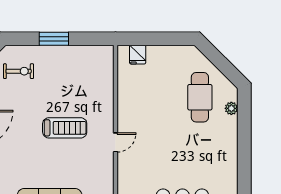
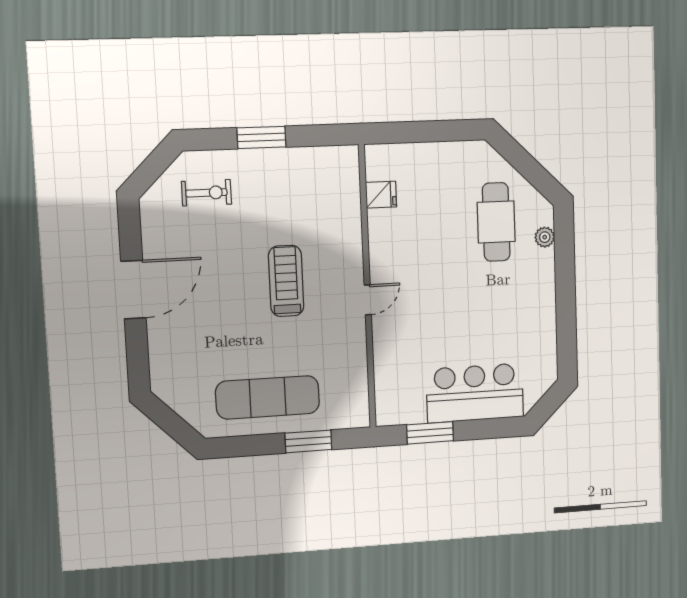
fridge: (138, 55) -> (381, 195), moved, turned -90
treadmill: (65, 128) -> (286, 281), turned -90

